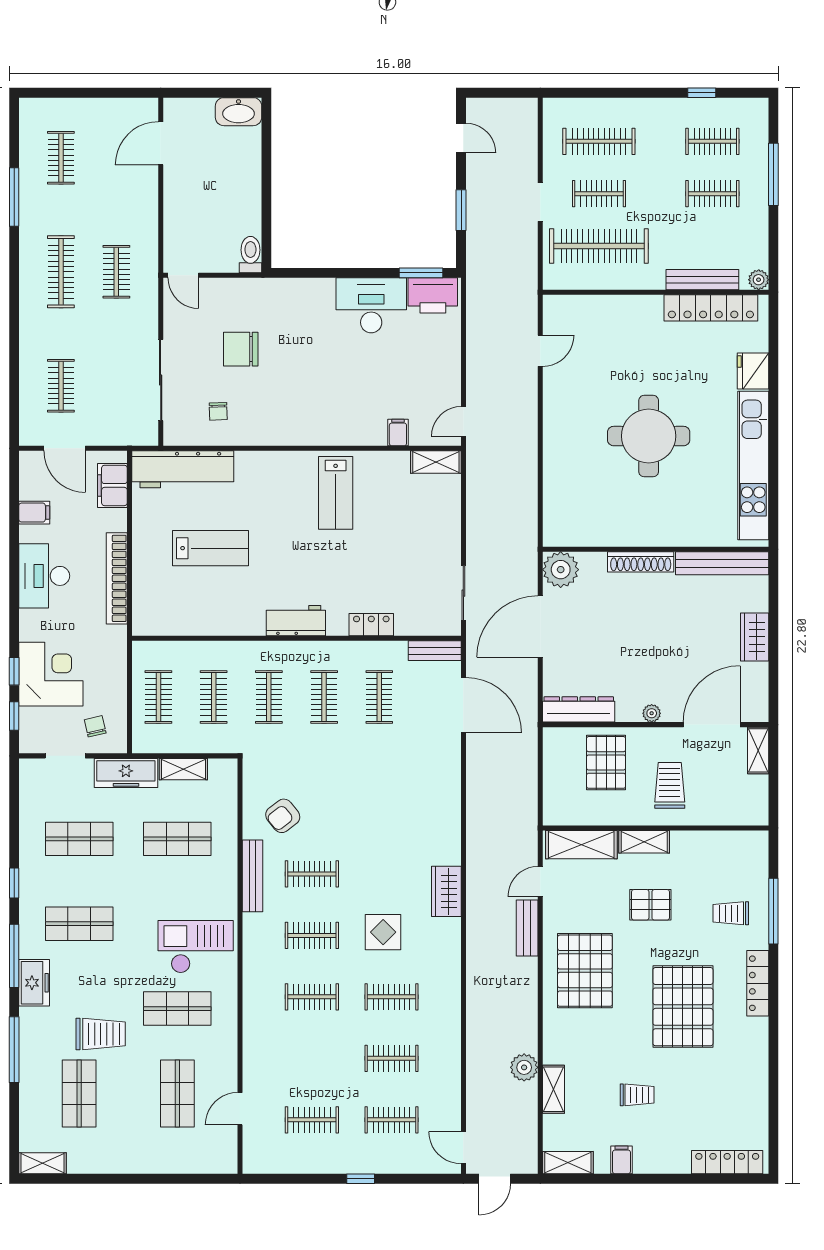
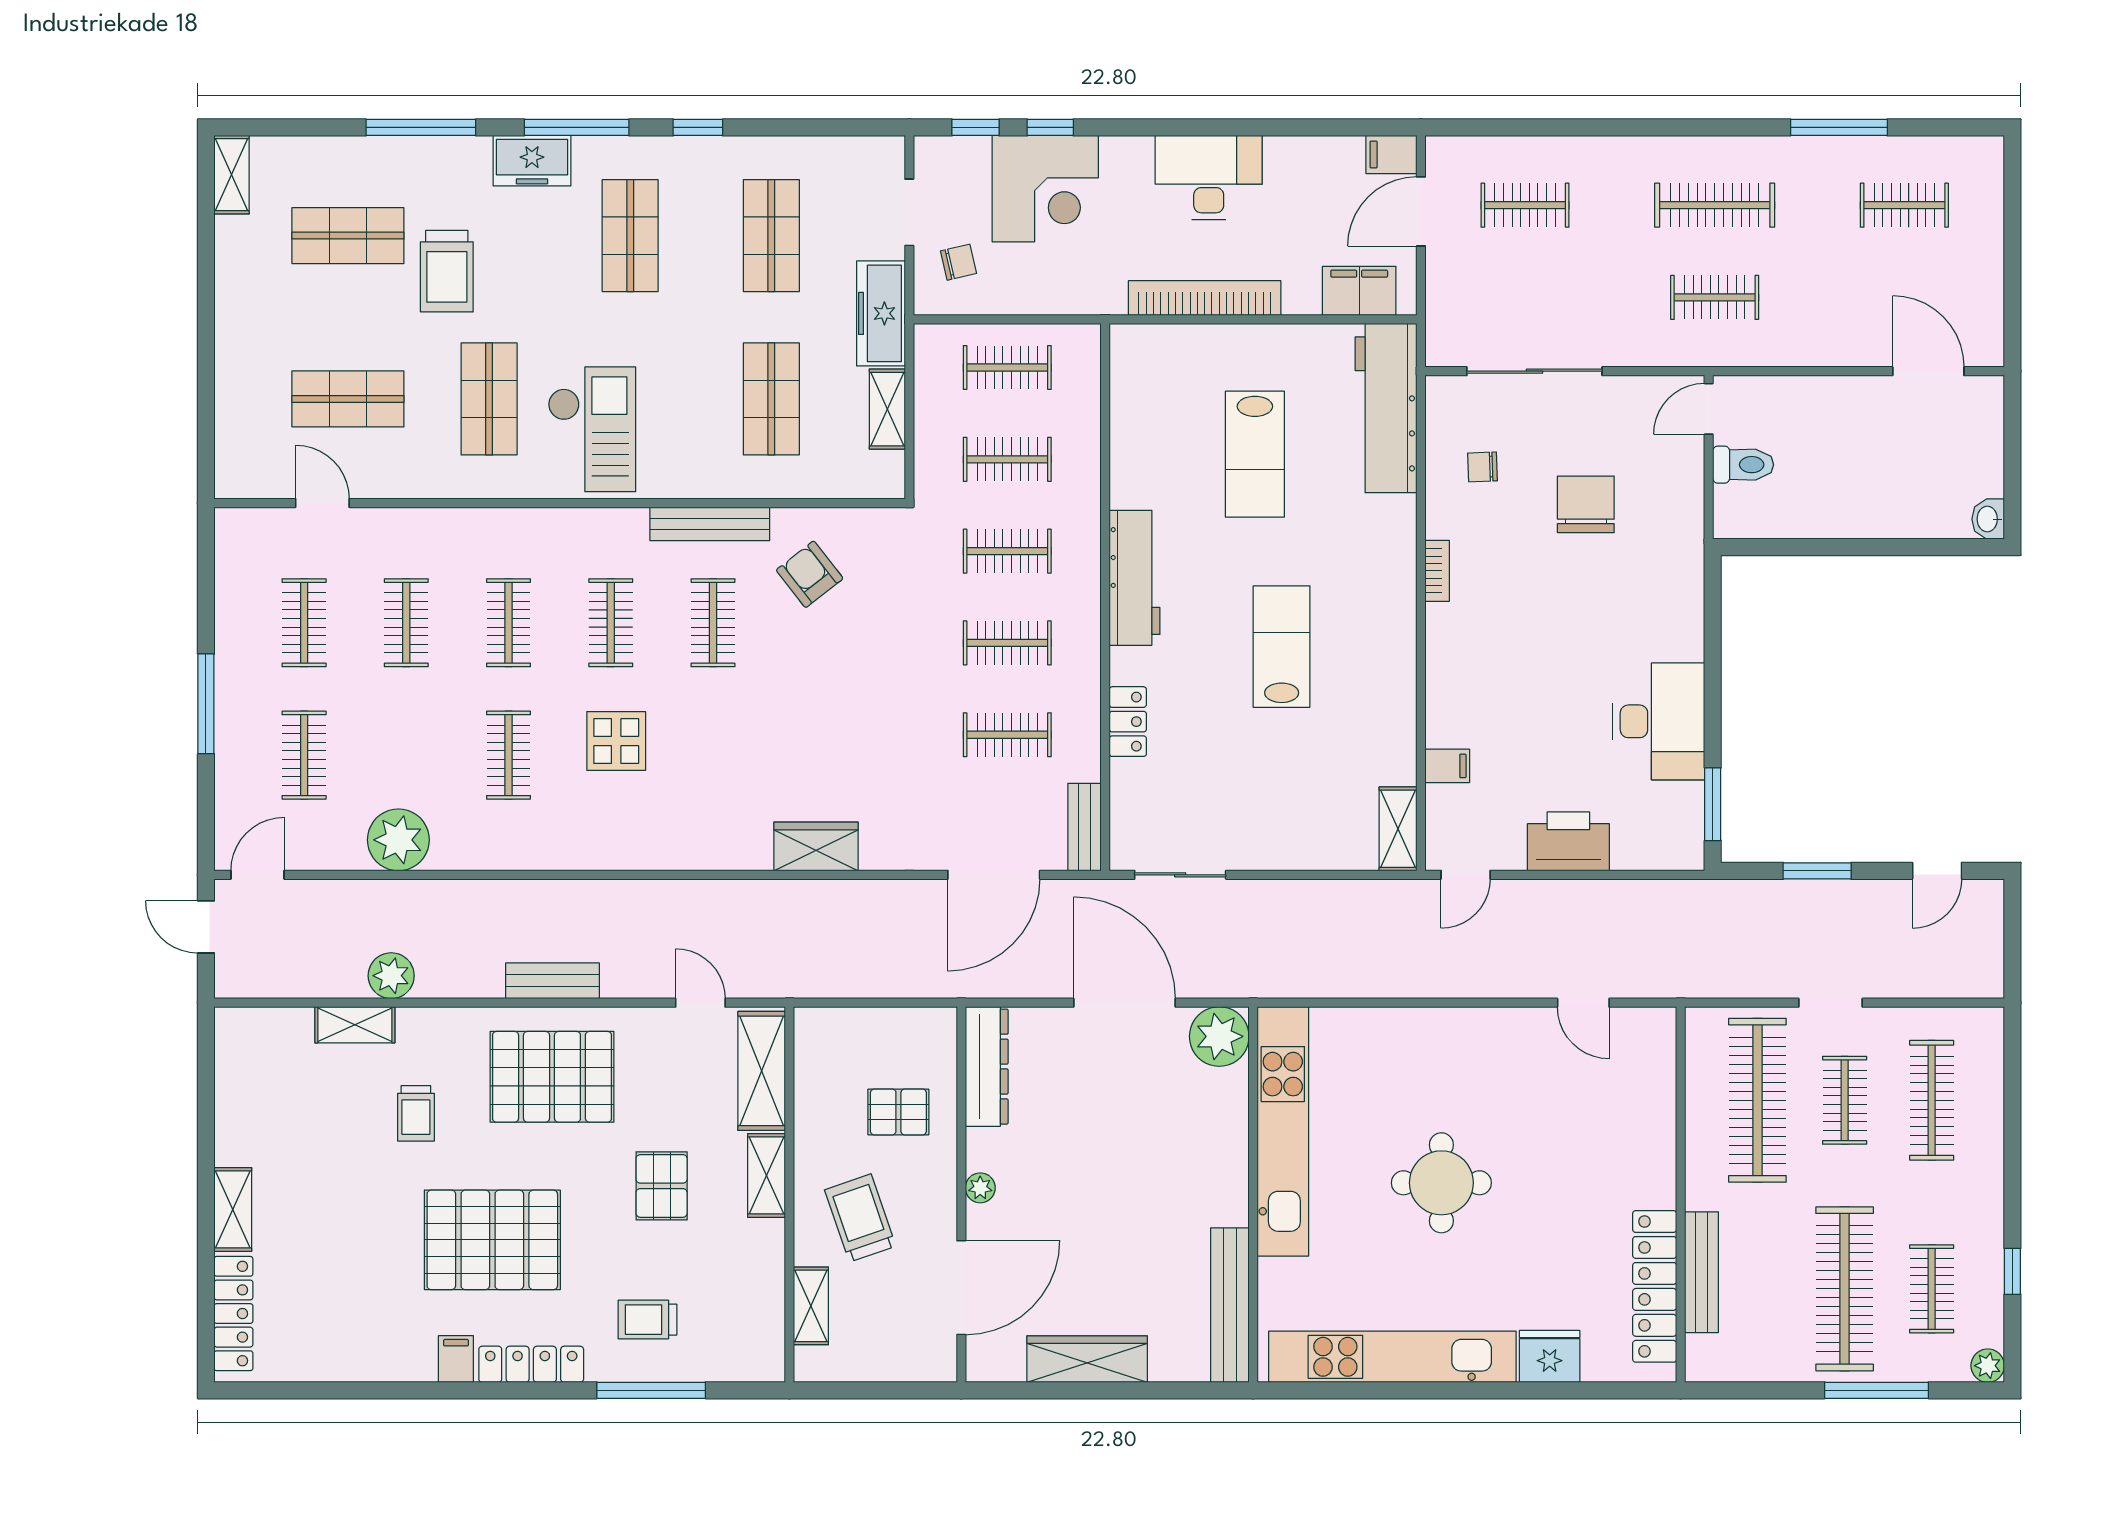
washbasin: (239, 112) -> (1988, 519), width x0.52, depth x0.69
clothes rail: (712, 194) -> (1845, 1289), width x1.86, depth x1.31
toilet: (250, 255) -> (1743, 465), moved
plant: (759, 280) -> (1988, 1366), moved
printer: (433, 295) -> (1568, 841), moved, turned 90
door: (463, 421) -> (1466, 875), swing flipped
round table: (649, 436) -> (1441, 1183), width x0.73, depth x0.73
bookcase: (281, 439) -> (1437, 571), added
lab bench: (336, 493) -> (1282, 647), moved, turned 90
filing cabinet: (34, 513) -> (1391, 155), moved, turned 90
kitchen unit: (618, 531) -> (1283, 1131), added
shoe rack: (641, 562) -> (1232, 1170), removed
workbench: (296, 621) -> (1135, 578), width x1.37
wardrobe: (755, 637) -> (1087, 1359), width x1.50
door: (712, 725) -> (961, 1288), hinge flipped
shelving: (758, 750) -> (811, 1306), moved, turned 90
pallet: (606, 762) -> (898, 1112), width x0.67, depth x0.71
trolley: (670, 785) -> (860, 1218), turned -109
wardrobe: (446, 891) -> (816, 846), moved
trolley: (731, 913) -> (648, 1320), turned -90
bench: (527, 928) -> (552, 981), moved
clothes rail: (392, 1058) -> (406, 623), moved
plant: (442, 1063) -> (398, 840), added
trolley: (637, 1095) -> (416, 1113), moved
filing cabinet: (621, 1160) -> (456, 1359), moved, turned -90
shelving: (568, 1163) -> (233, 1209), moved
window: (361, 1179) -> (206, 704), width x2.17

